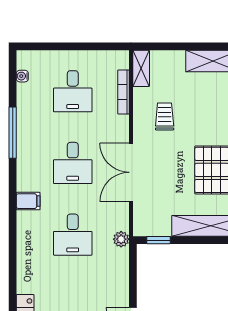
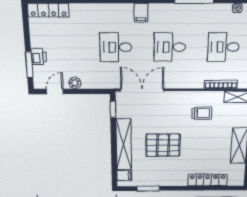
double door: (131, 172) -> (142, 90), moved
plant: (121, 239) -> (75, 83), moved

